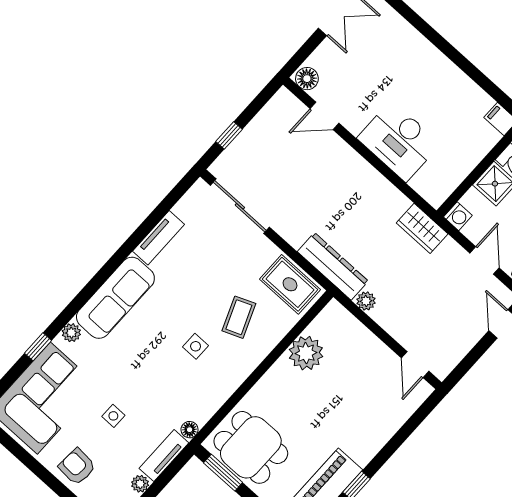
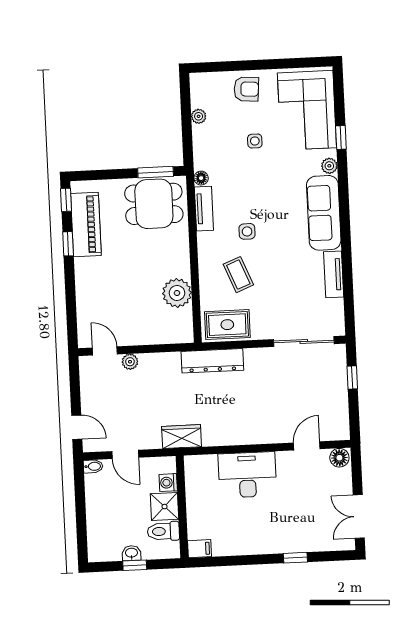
window: (428, 31) -> (295, 558), added
washing machine: (458, 216) -> (168, 483), moved
plant: (366, 301) -> (130, 362), moved
tv unit: (164, 456) -> (204, 209), moved

